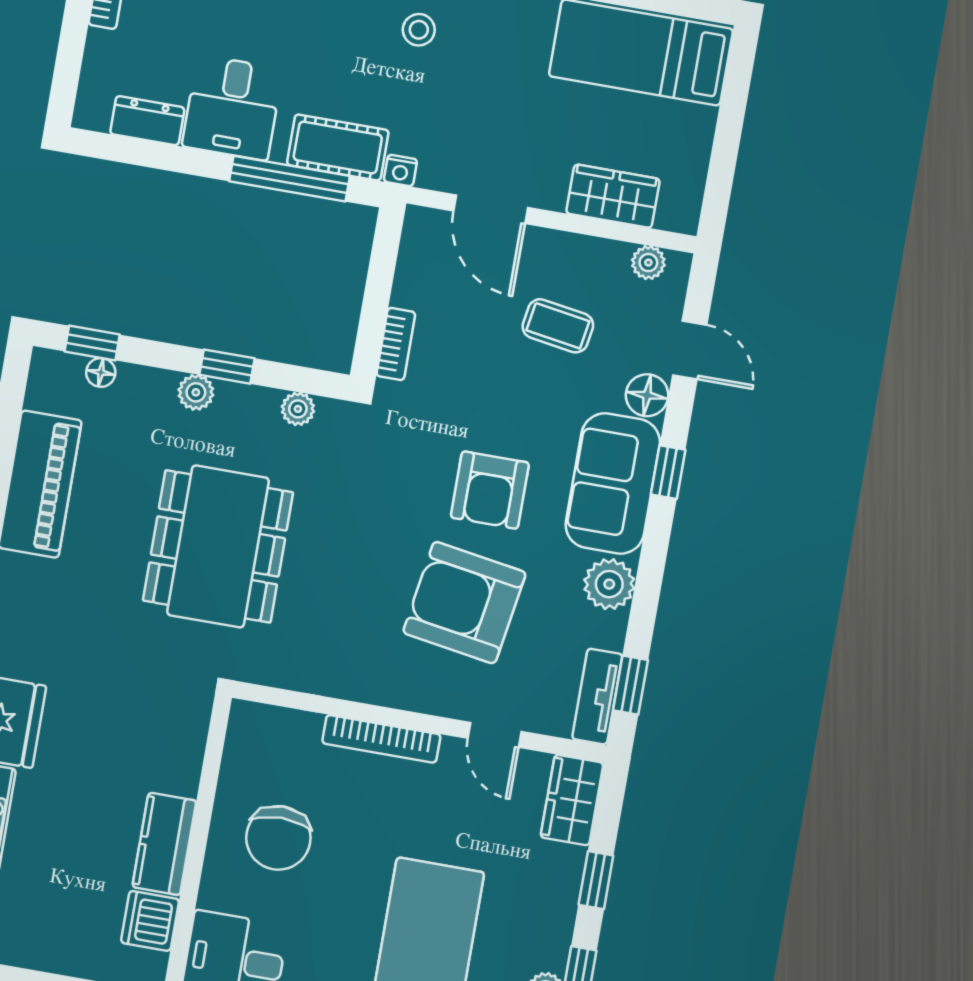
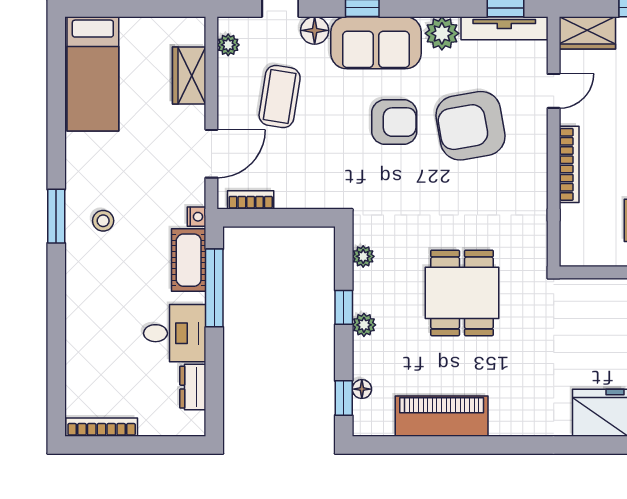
coffee table: (558, 326) -> (280, 97), width x1.36, depth x1.30
bookcase: (396, 344) -> (251, 200), moved
dining table: (218, 546) -> (462, 293), width x0.73
armchair: (464, 603) -> (471, 126), turned 71
tv unit: (597, 697) -> (504, 28), width x1.41

